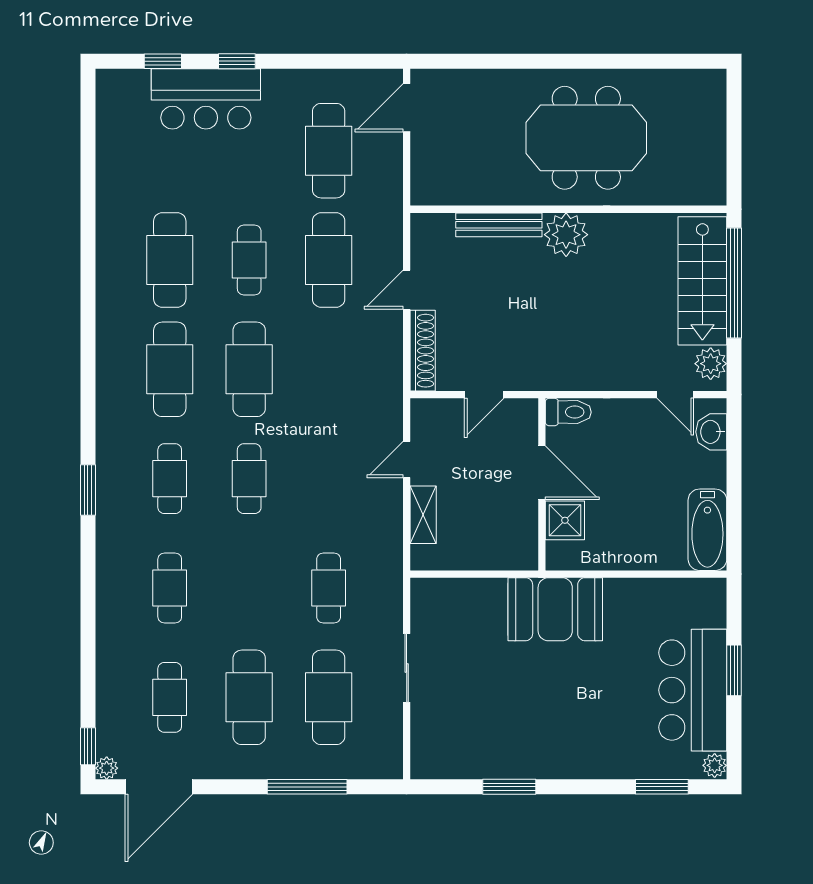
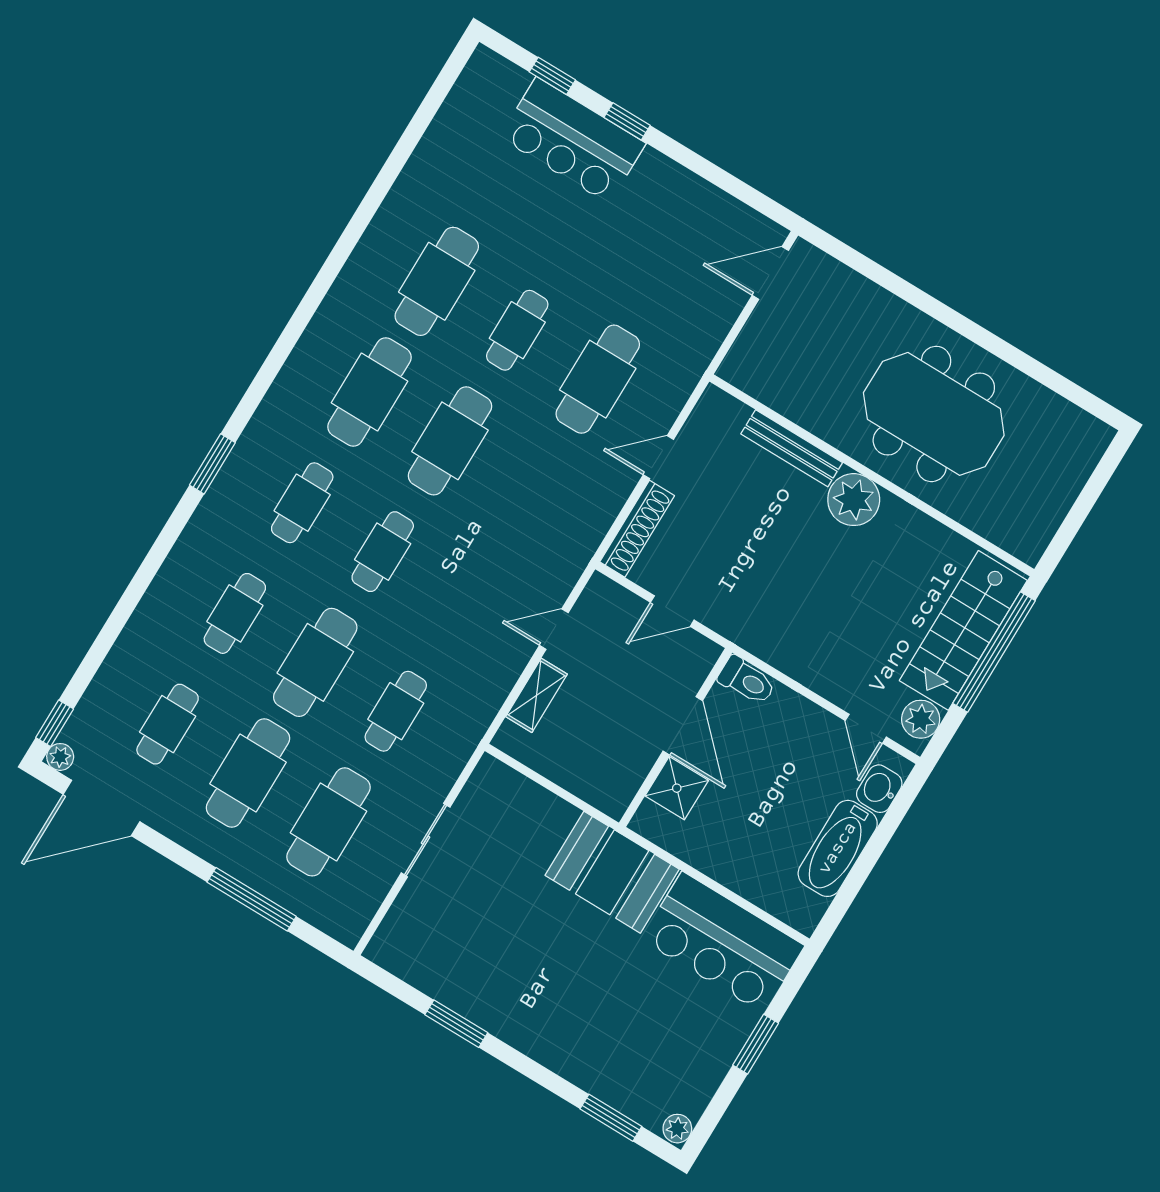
cafe table: (329, 151) -> (315, 662), moved
bathtub: (707, 530) -> (838, 848), moved
bar counter: (693, 690) -> (723, 942), moved, turned -90

